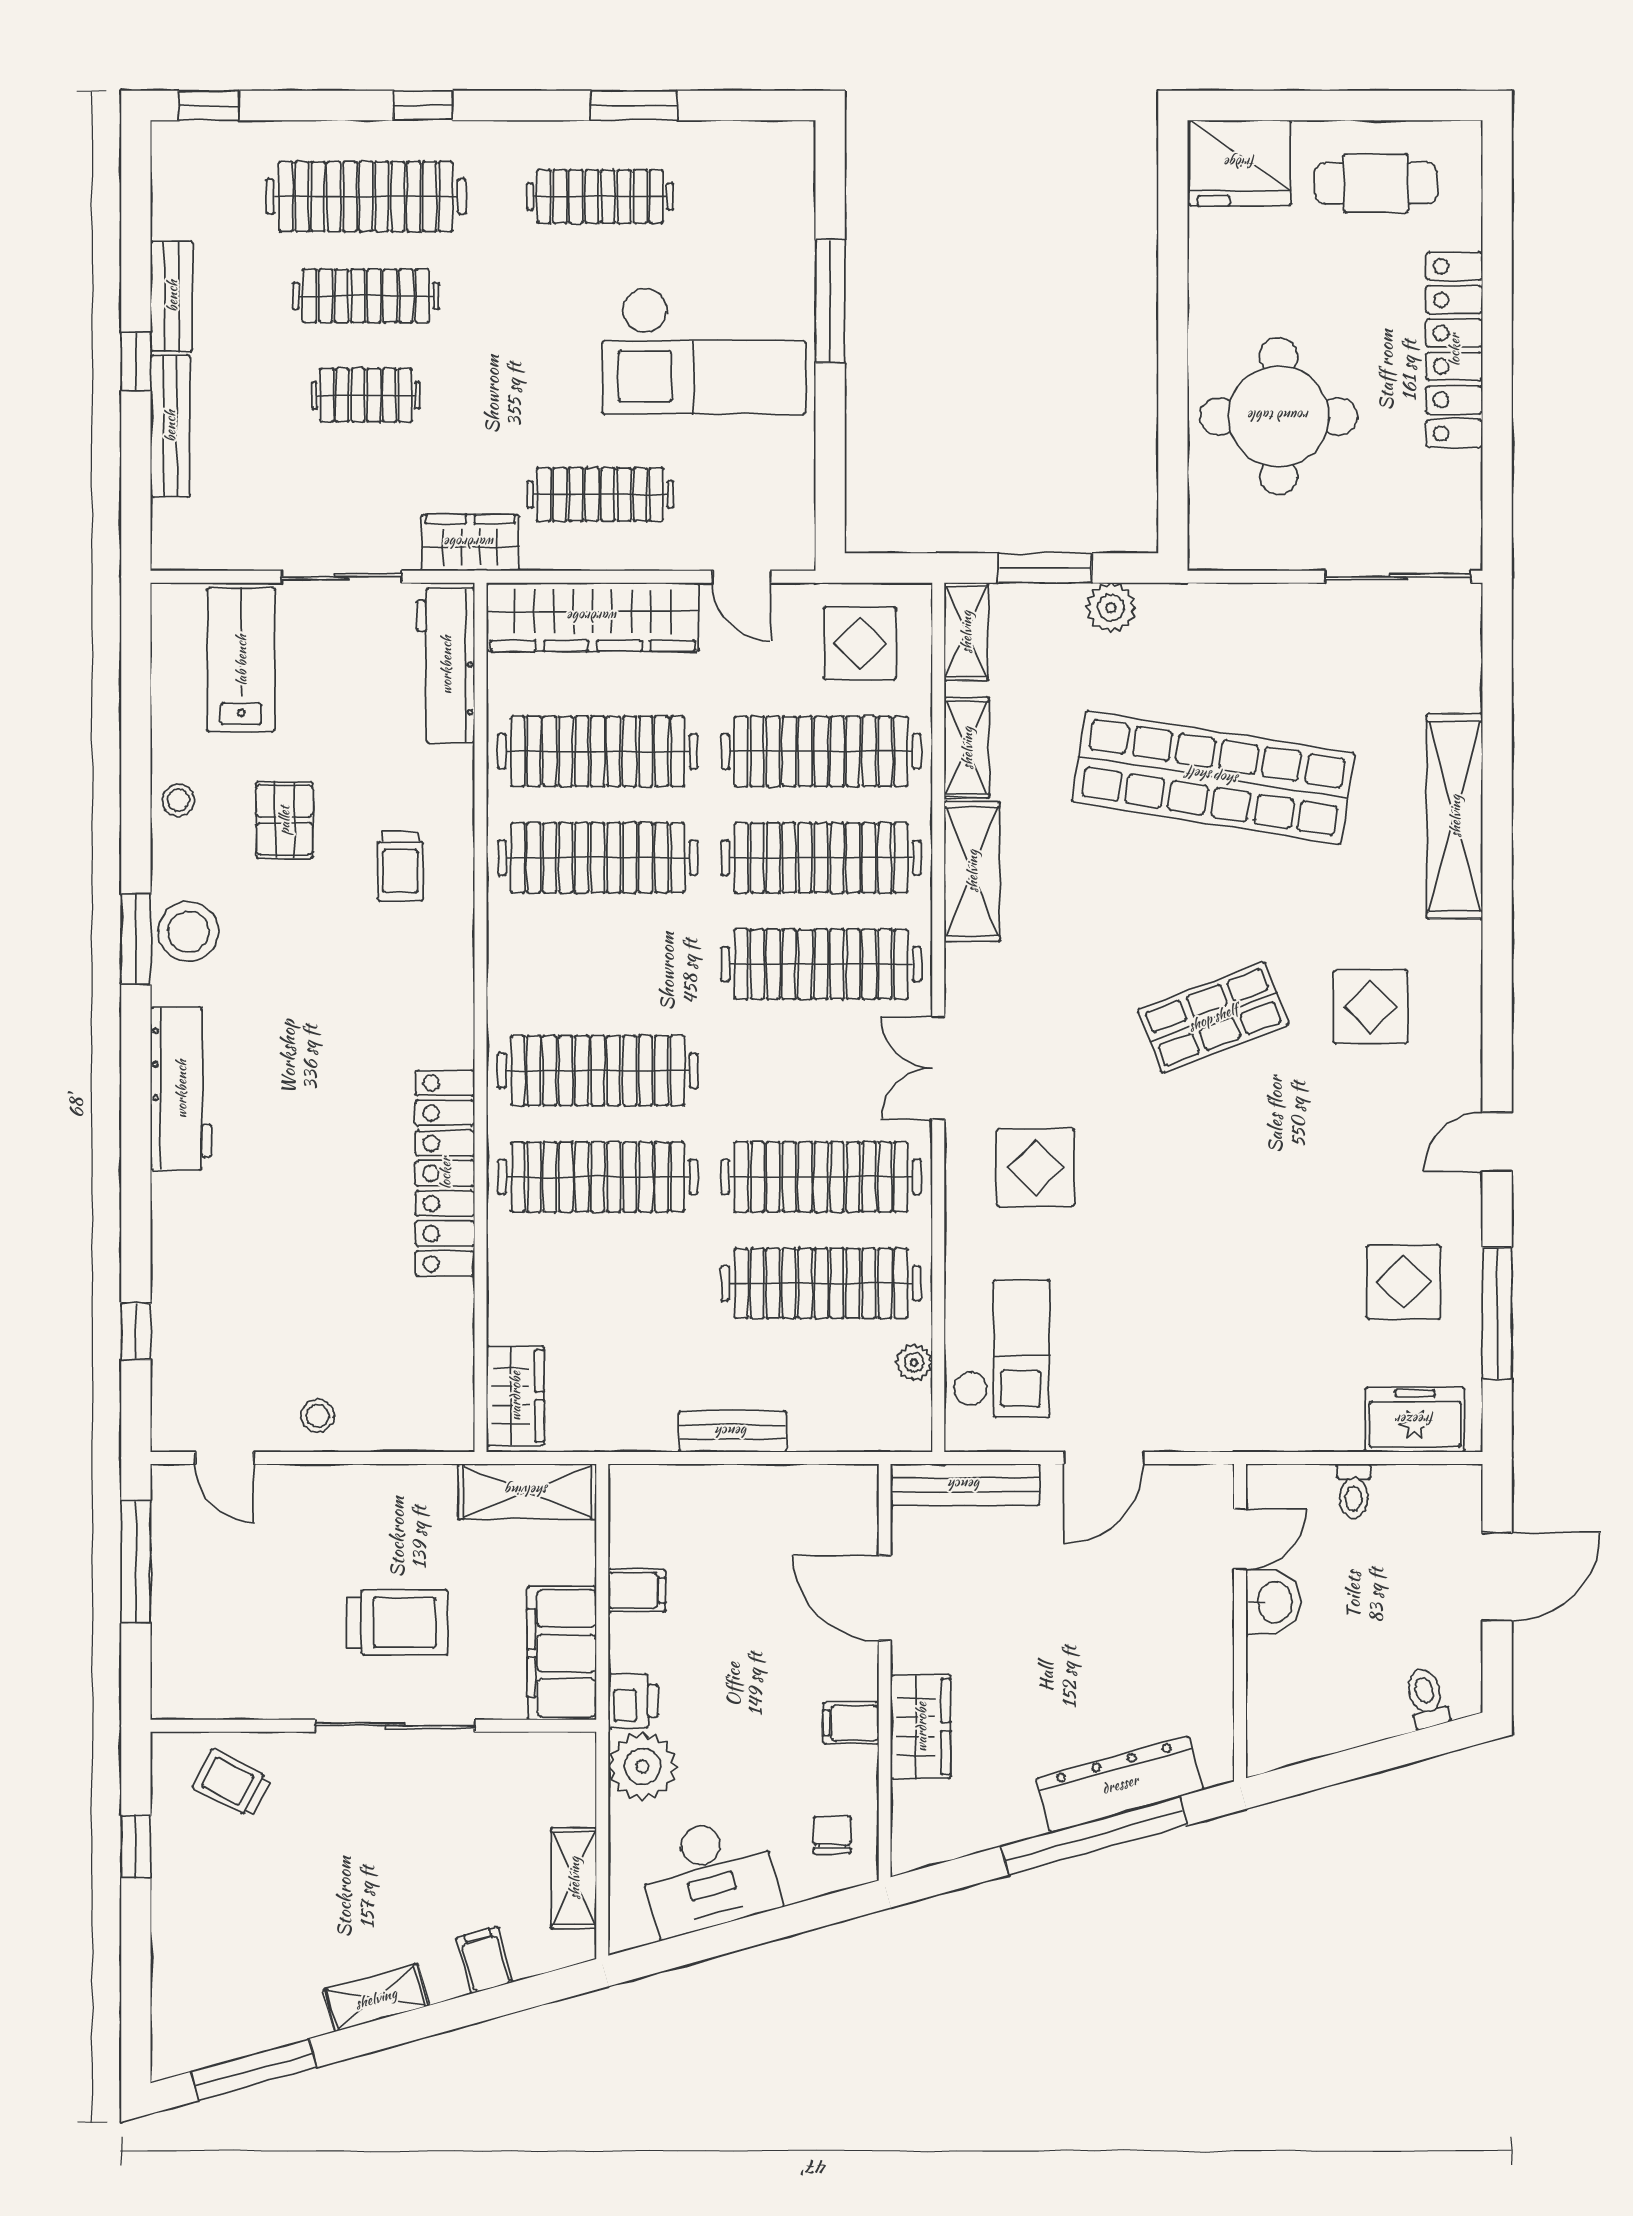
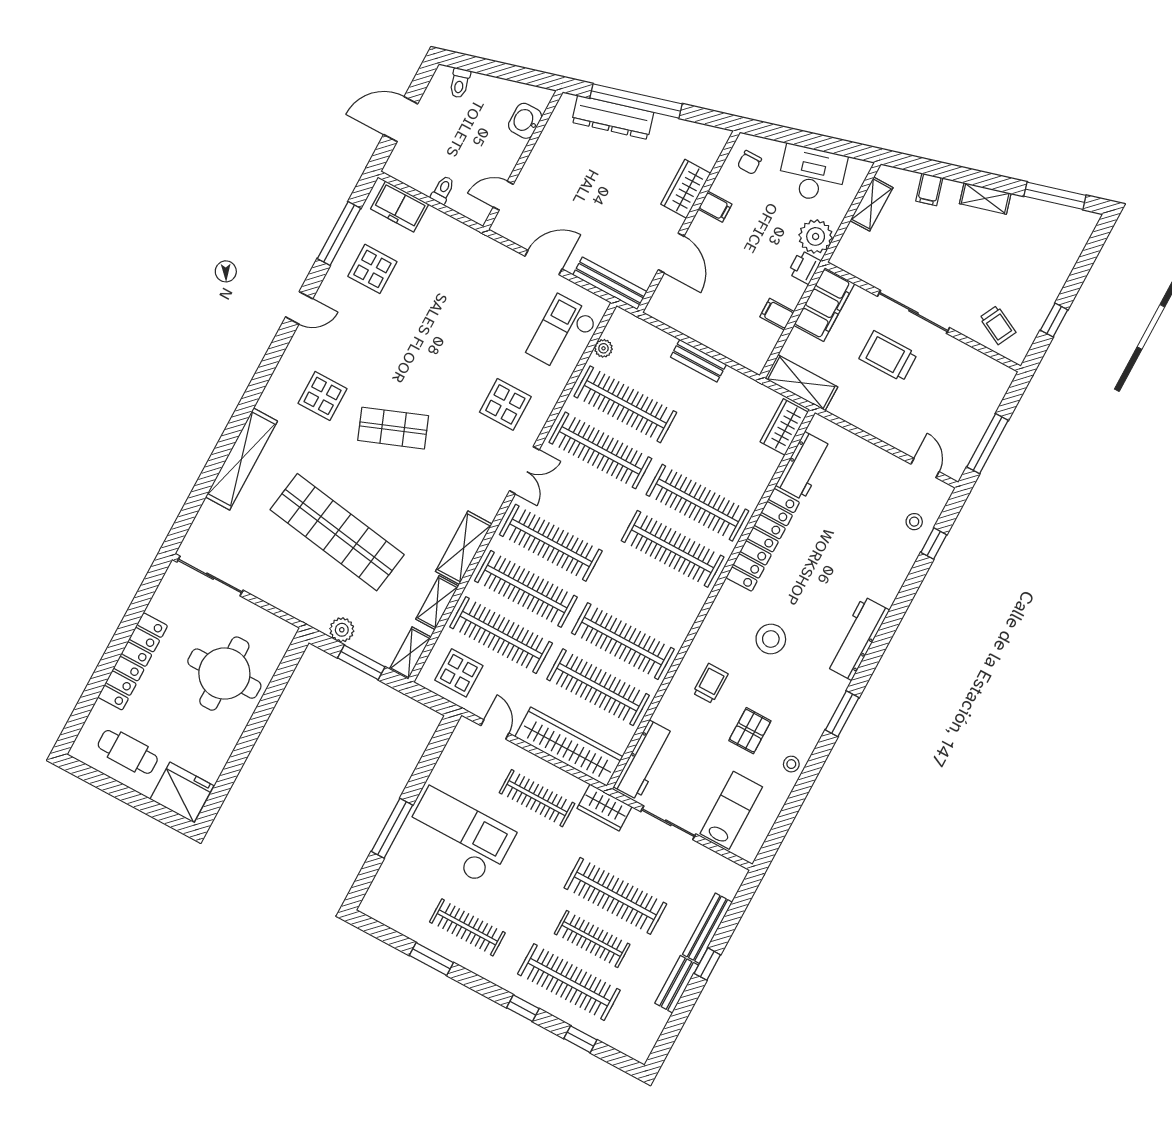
window: (209, 105) -> (580, 1039), moved
clothes rail: (366, 395) -> (615, 896), width x1.86, depth x1.31
lab bench: (241, 660) -> (731, 810), turned 180
stool: (188, 931) -> (771, 639), moved
workbench: (442, 1345) -> (804, 466), added
stool: (318, 1416) -> (914, 522), moved
washbasin: (1273, 1602) -> (525, 121), moved

